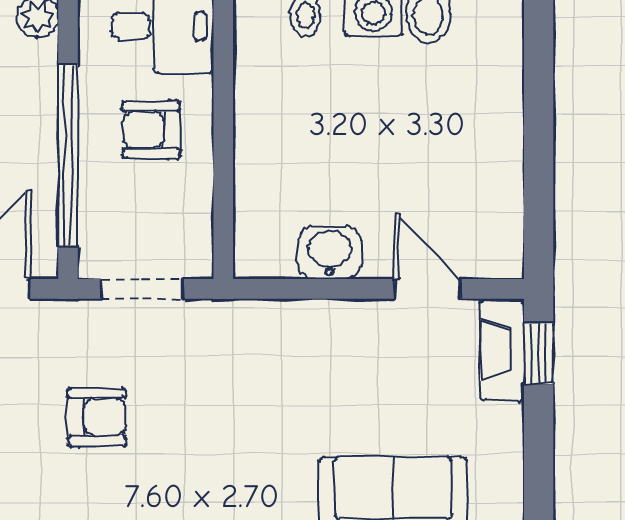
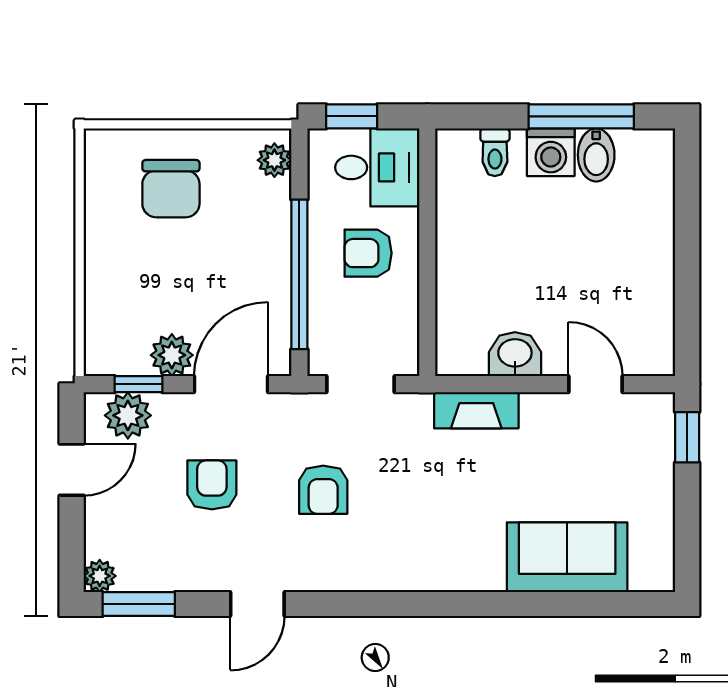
fireplace: (502, 350) -> (476, 410), moved, turned -90
armchair: (97, 417) -> (323, 490), turned 90

